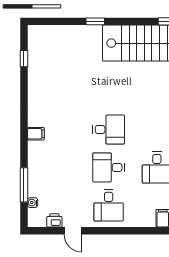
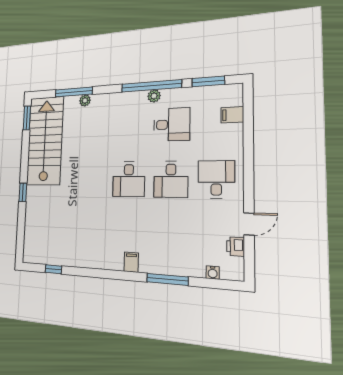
desk: (109, 130) -> (129, 179), turned 180
window: (24, 185) -> (167, 279), moved
desk: (109, 205) -> (216, 179), turned -90

